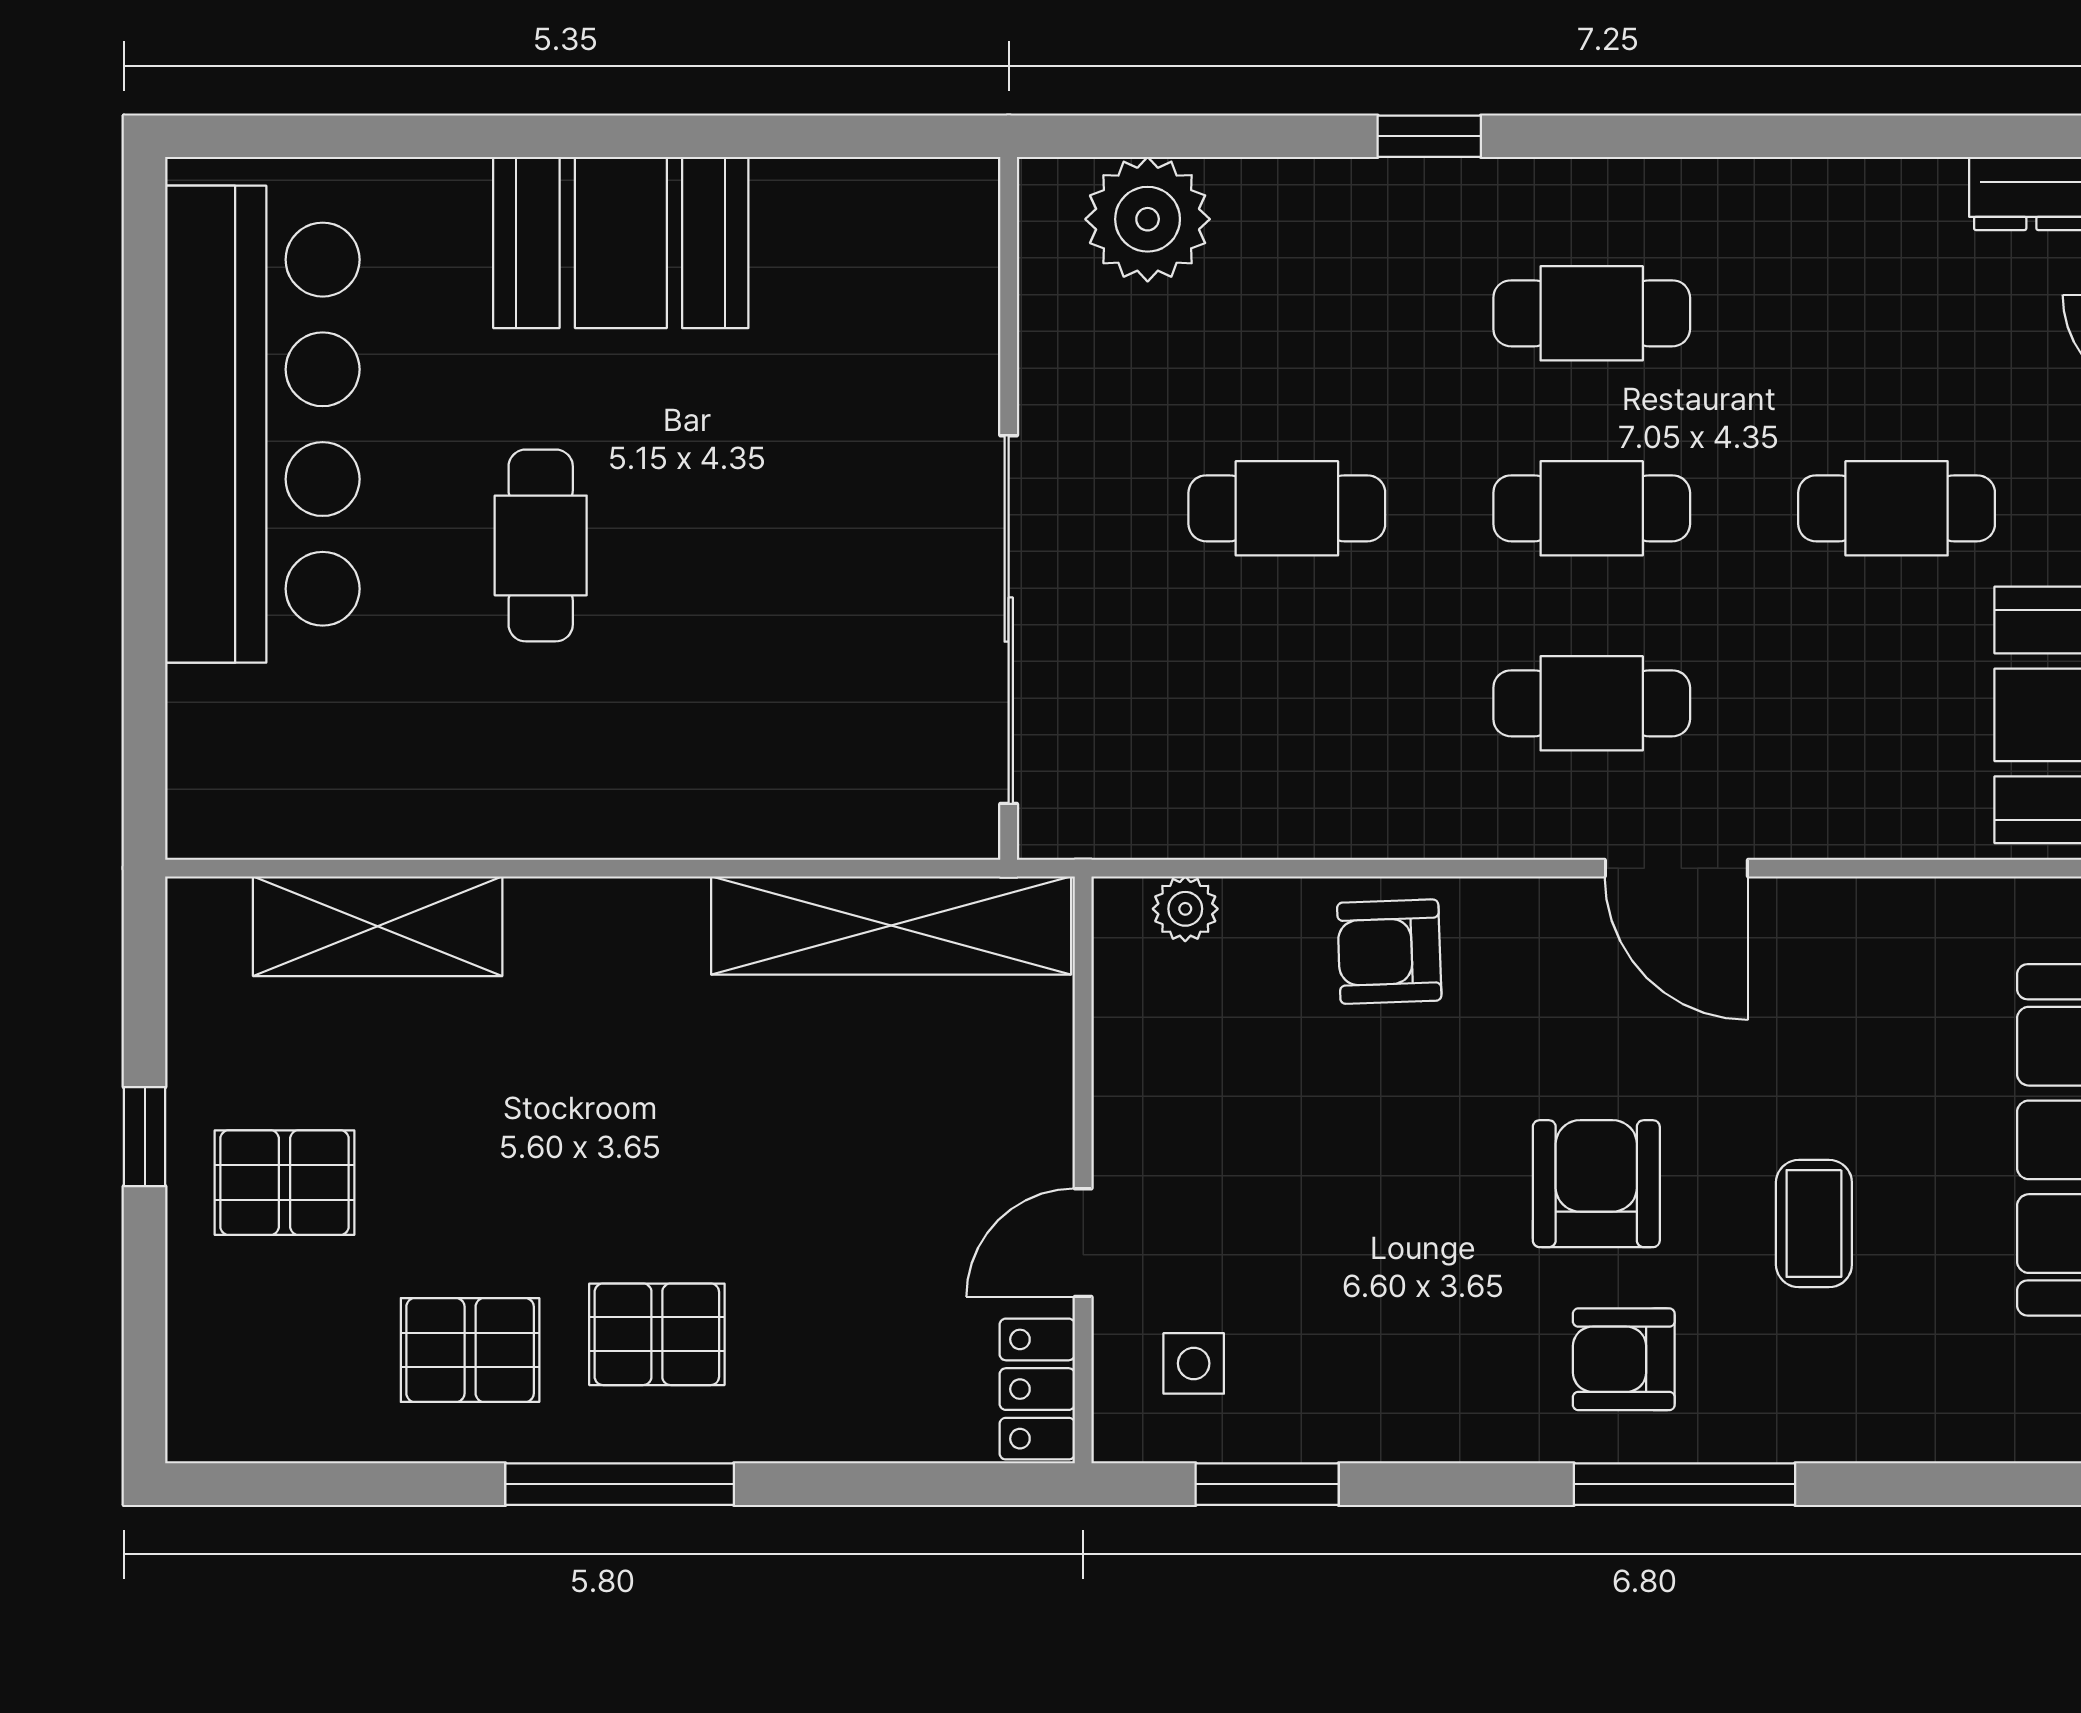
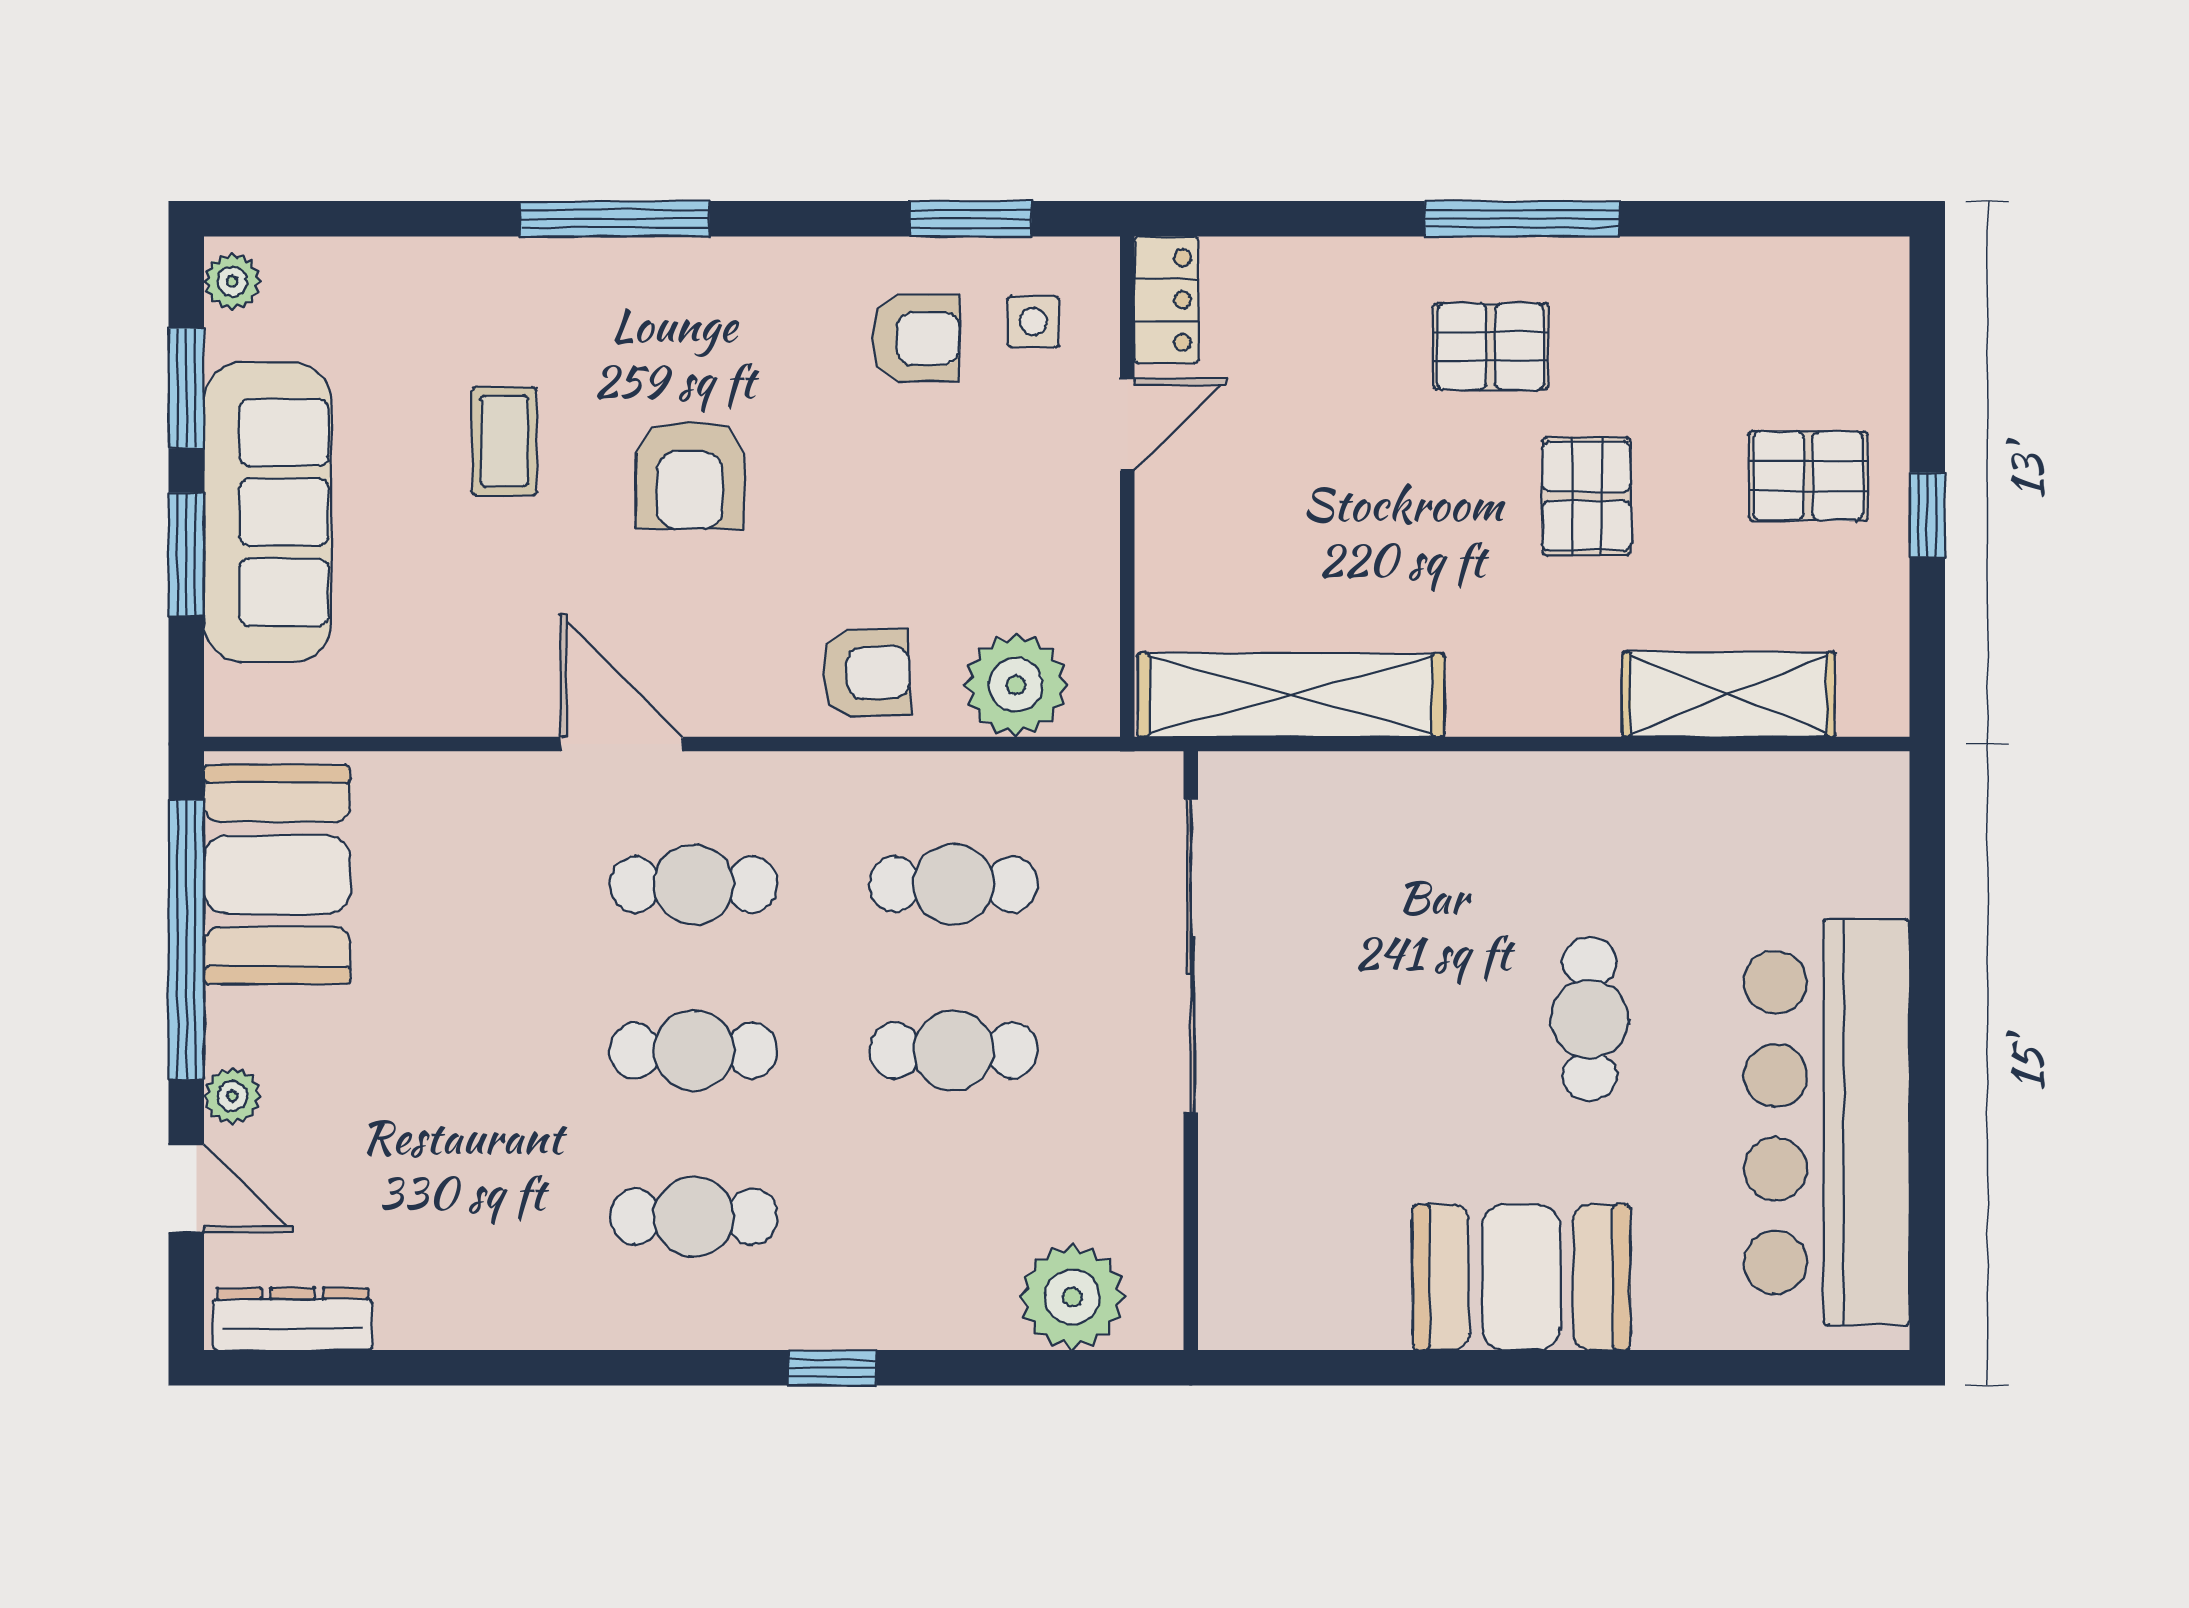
cafe table: (1897, 508) -> (954, 884), moved
plant: (1185, 909) -> (1016, 685), width x1.88, depth x1.88
pallet: (470, 1350) -> (1587, 496), moved, turned 90
armchair: (1624, 1359) -> (916, 338), moved

